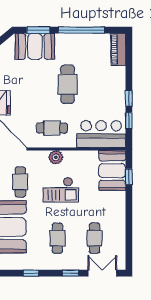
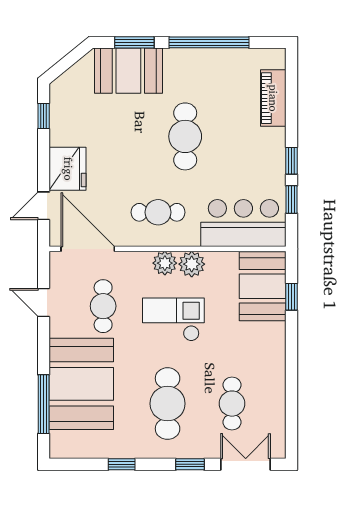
piano: (118, 50) -> (273, 98), moved
plant: (71, 158) -> (192, 264), added
checkout: (61, 190) -> (173, 319), turned 180
cafe table: (57, 238) -> (168, 404), width x1.37, depth x1.35

